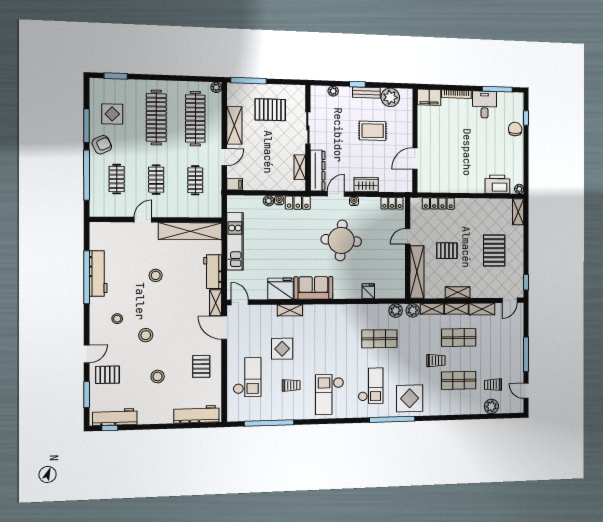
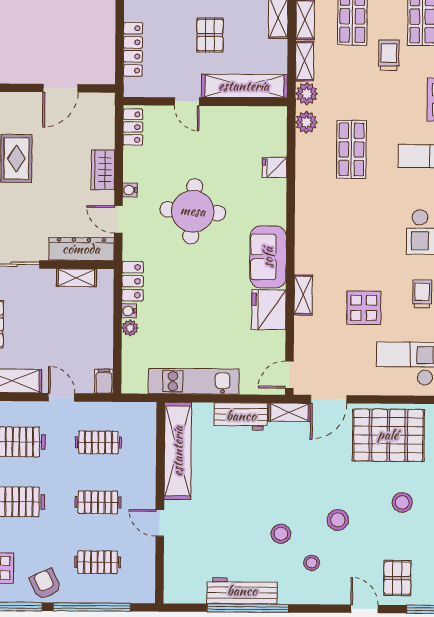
door: (415, 159) -> (60, 88), hinge flipped
stool: (156, 275) -> (281, 534), moved
pallet: (201, 366) -> (388, 435), width x2.05, depth x2.00

